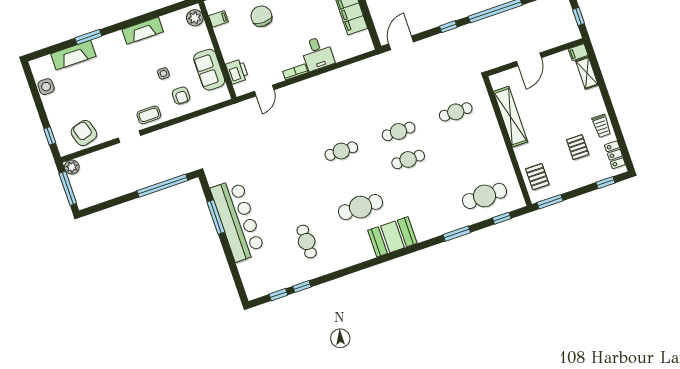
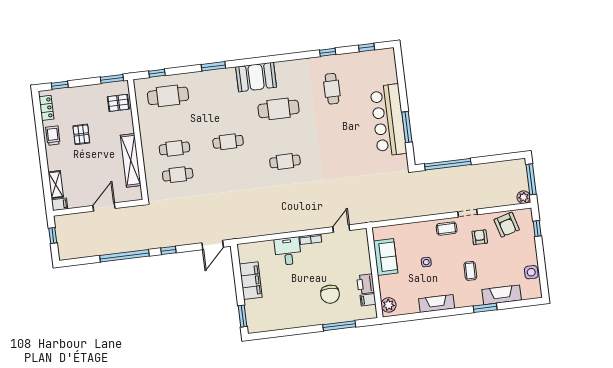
printer: (237, 71) -> (366, 284), moved
coffee table: (113, 74) -> (470, 271), added
armchair: (181, 96) -> (480, 237), moved
cafe table: (399, 131) -> (174, 148), moved
pallet: (578, 147) -> (81, 134), moved
pallet: (537, 177) -> (118, 103), turned 90
window: (457, 234) -> (213, 66), moved
window: (302, 287) -> (328, 52), moved

